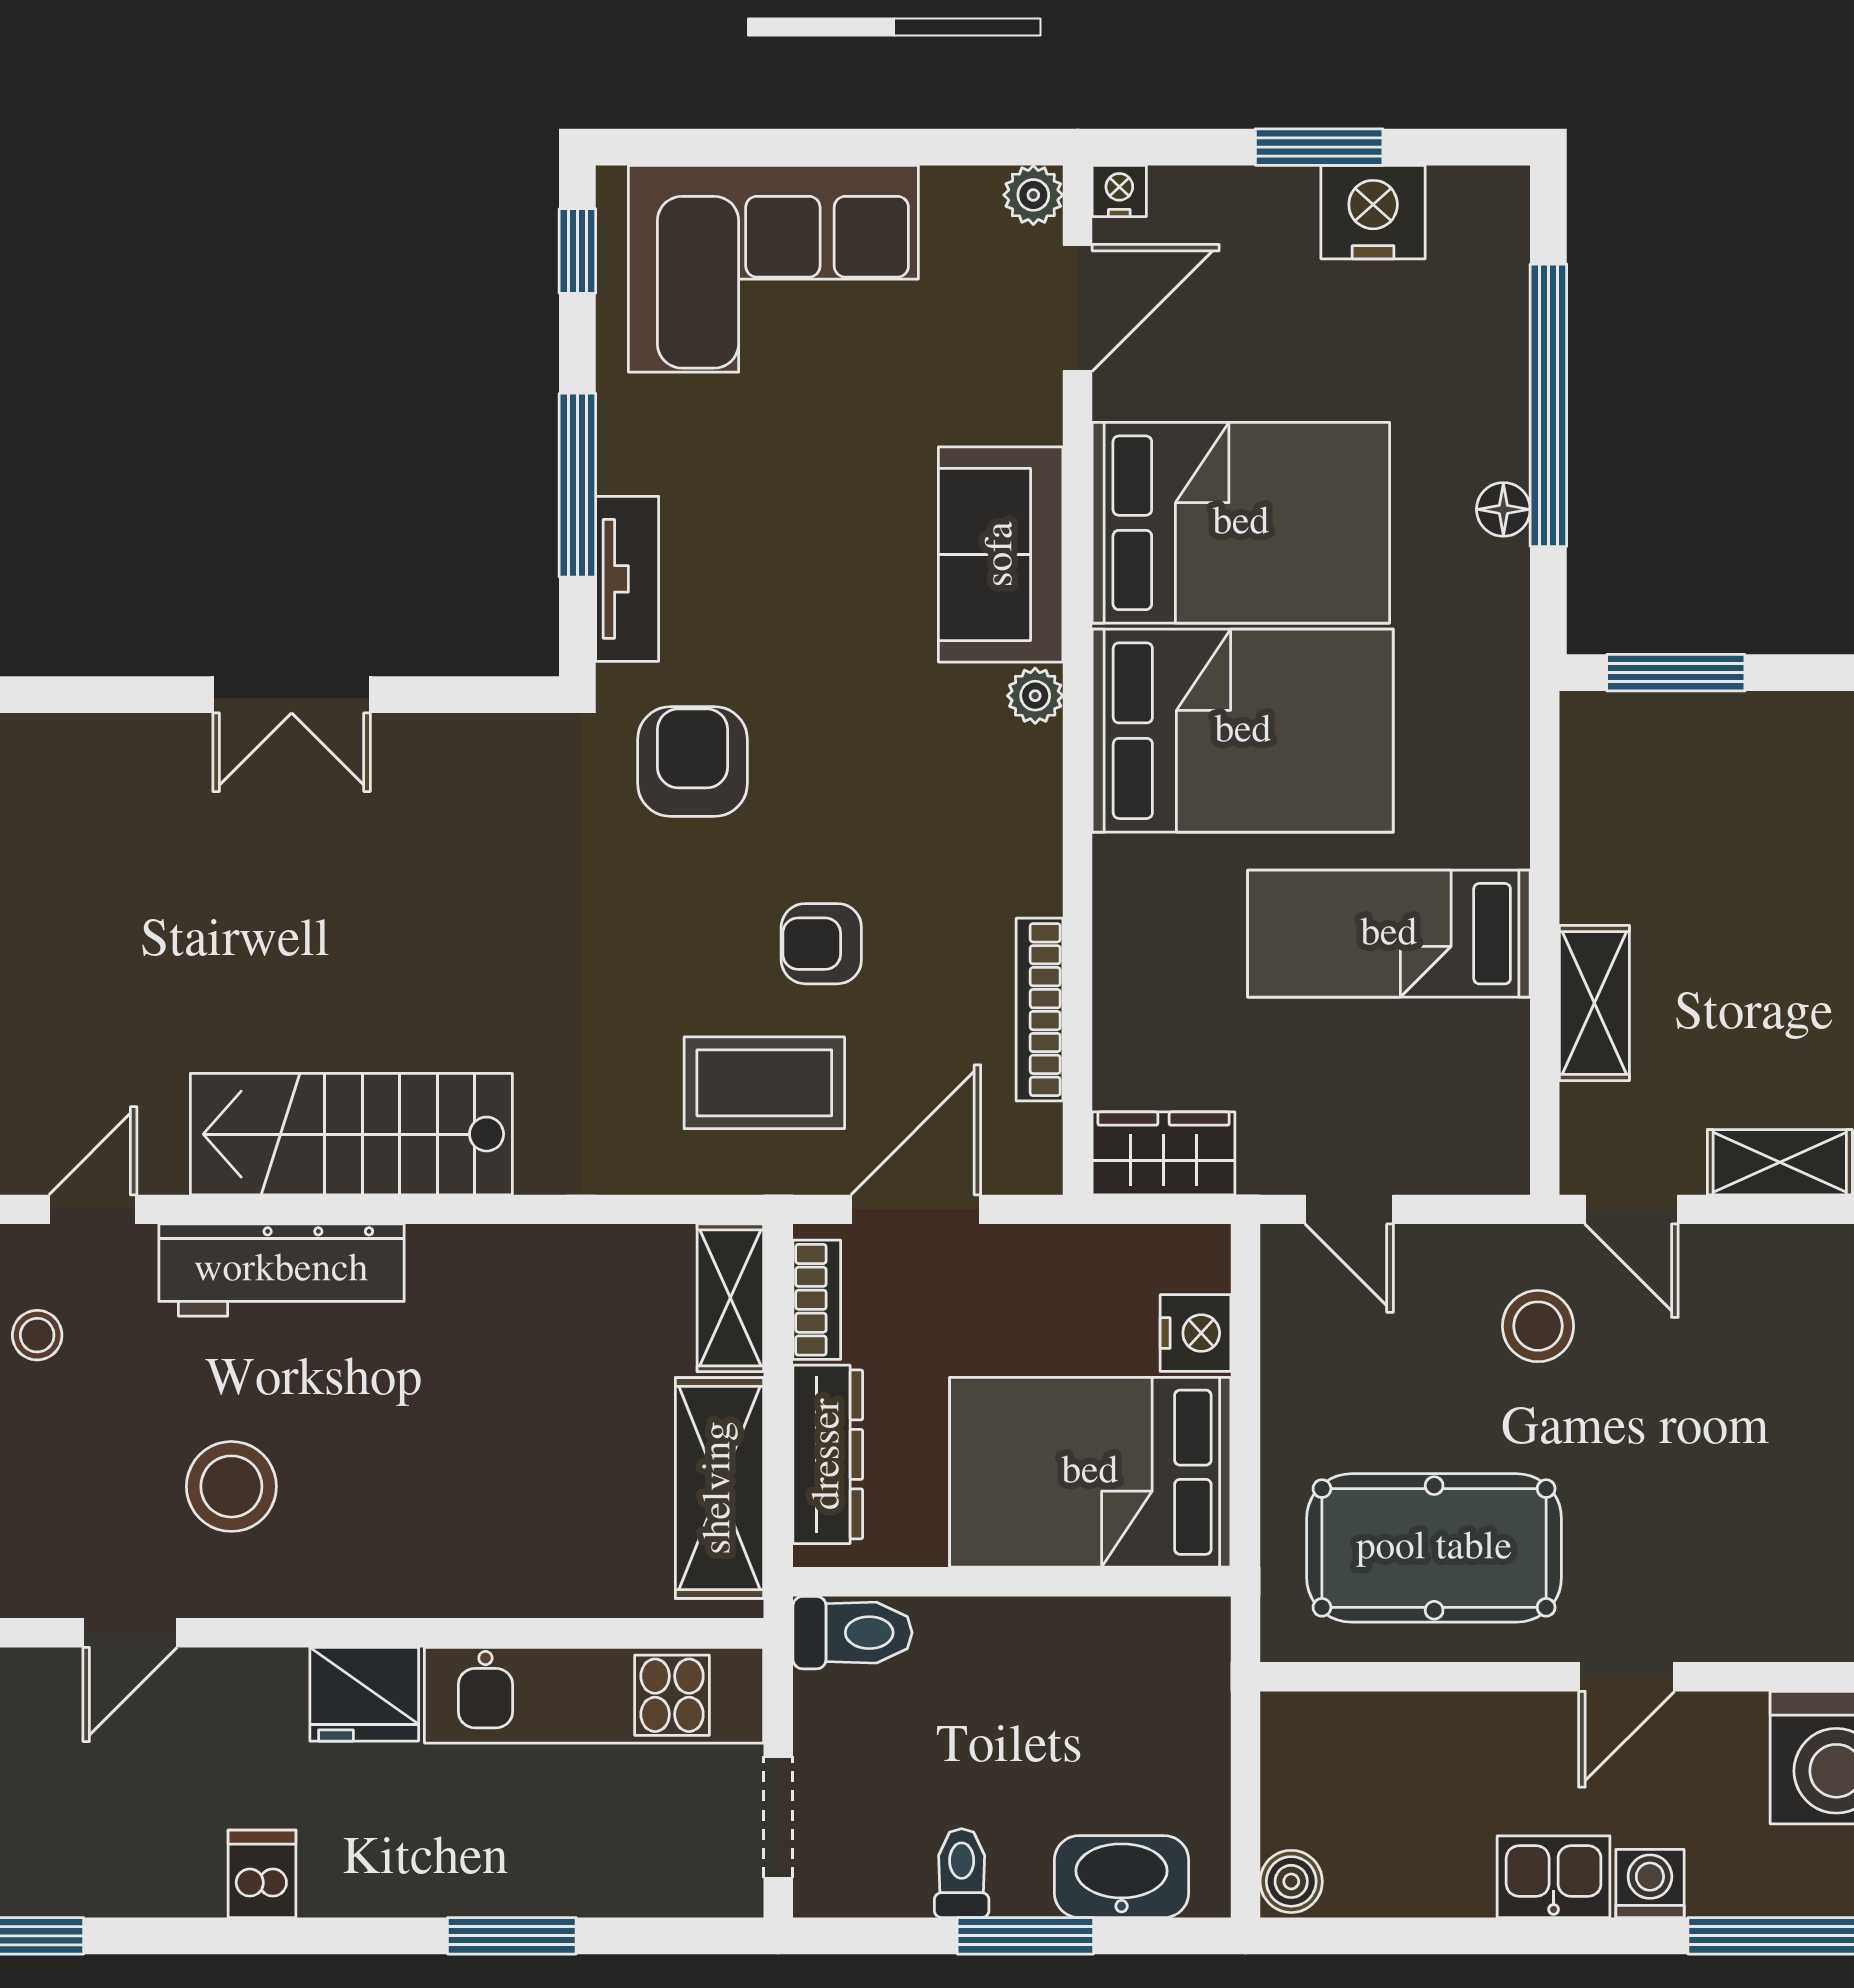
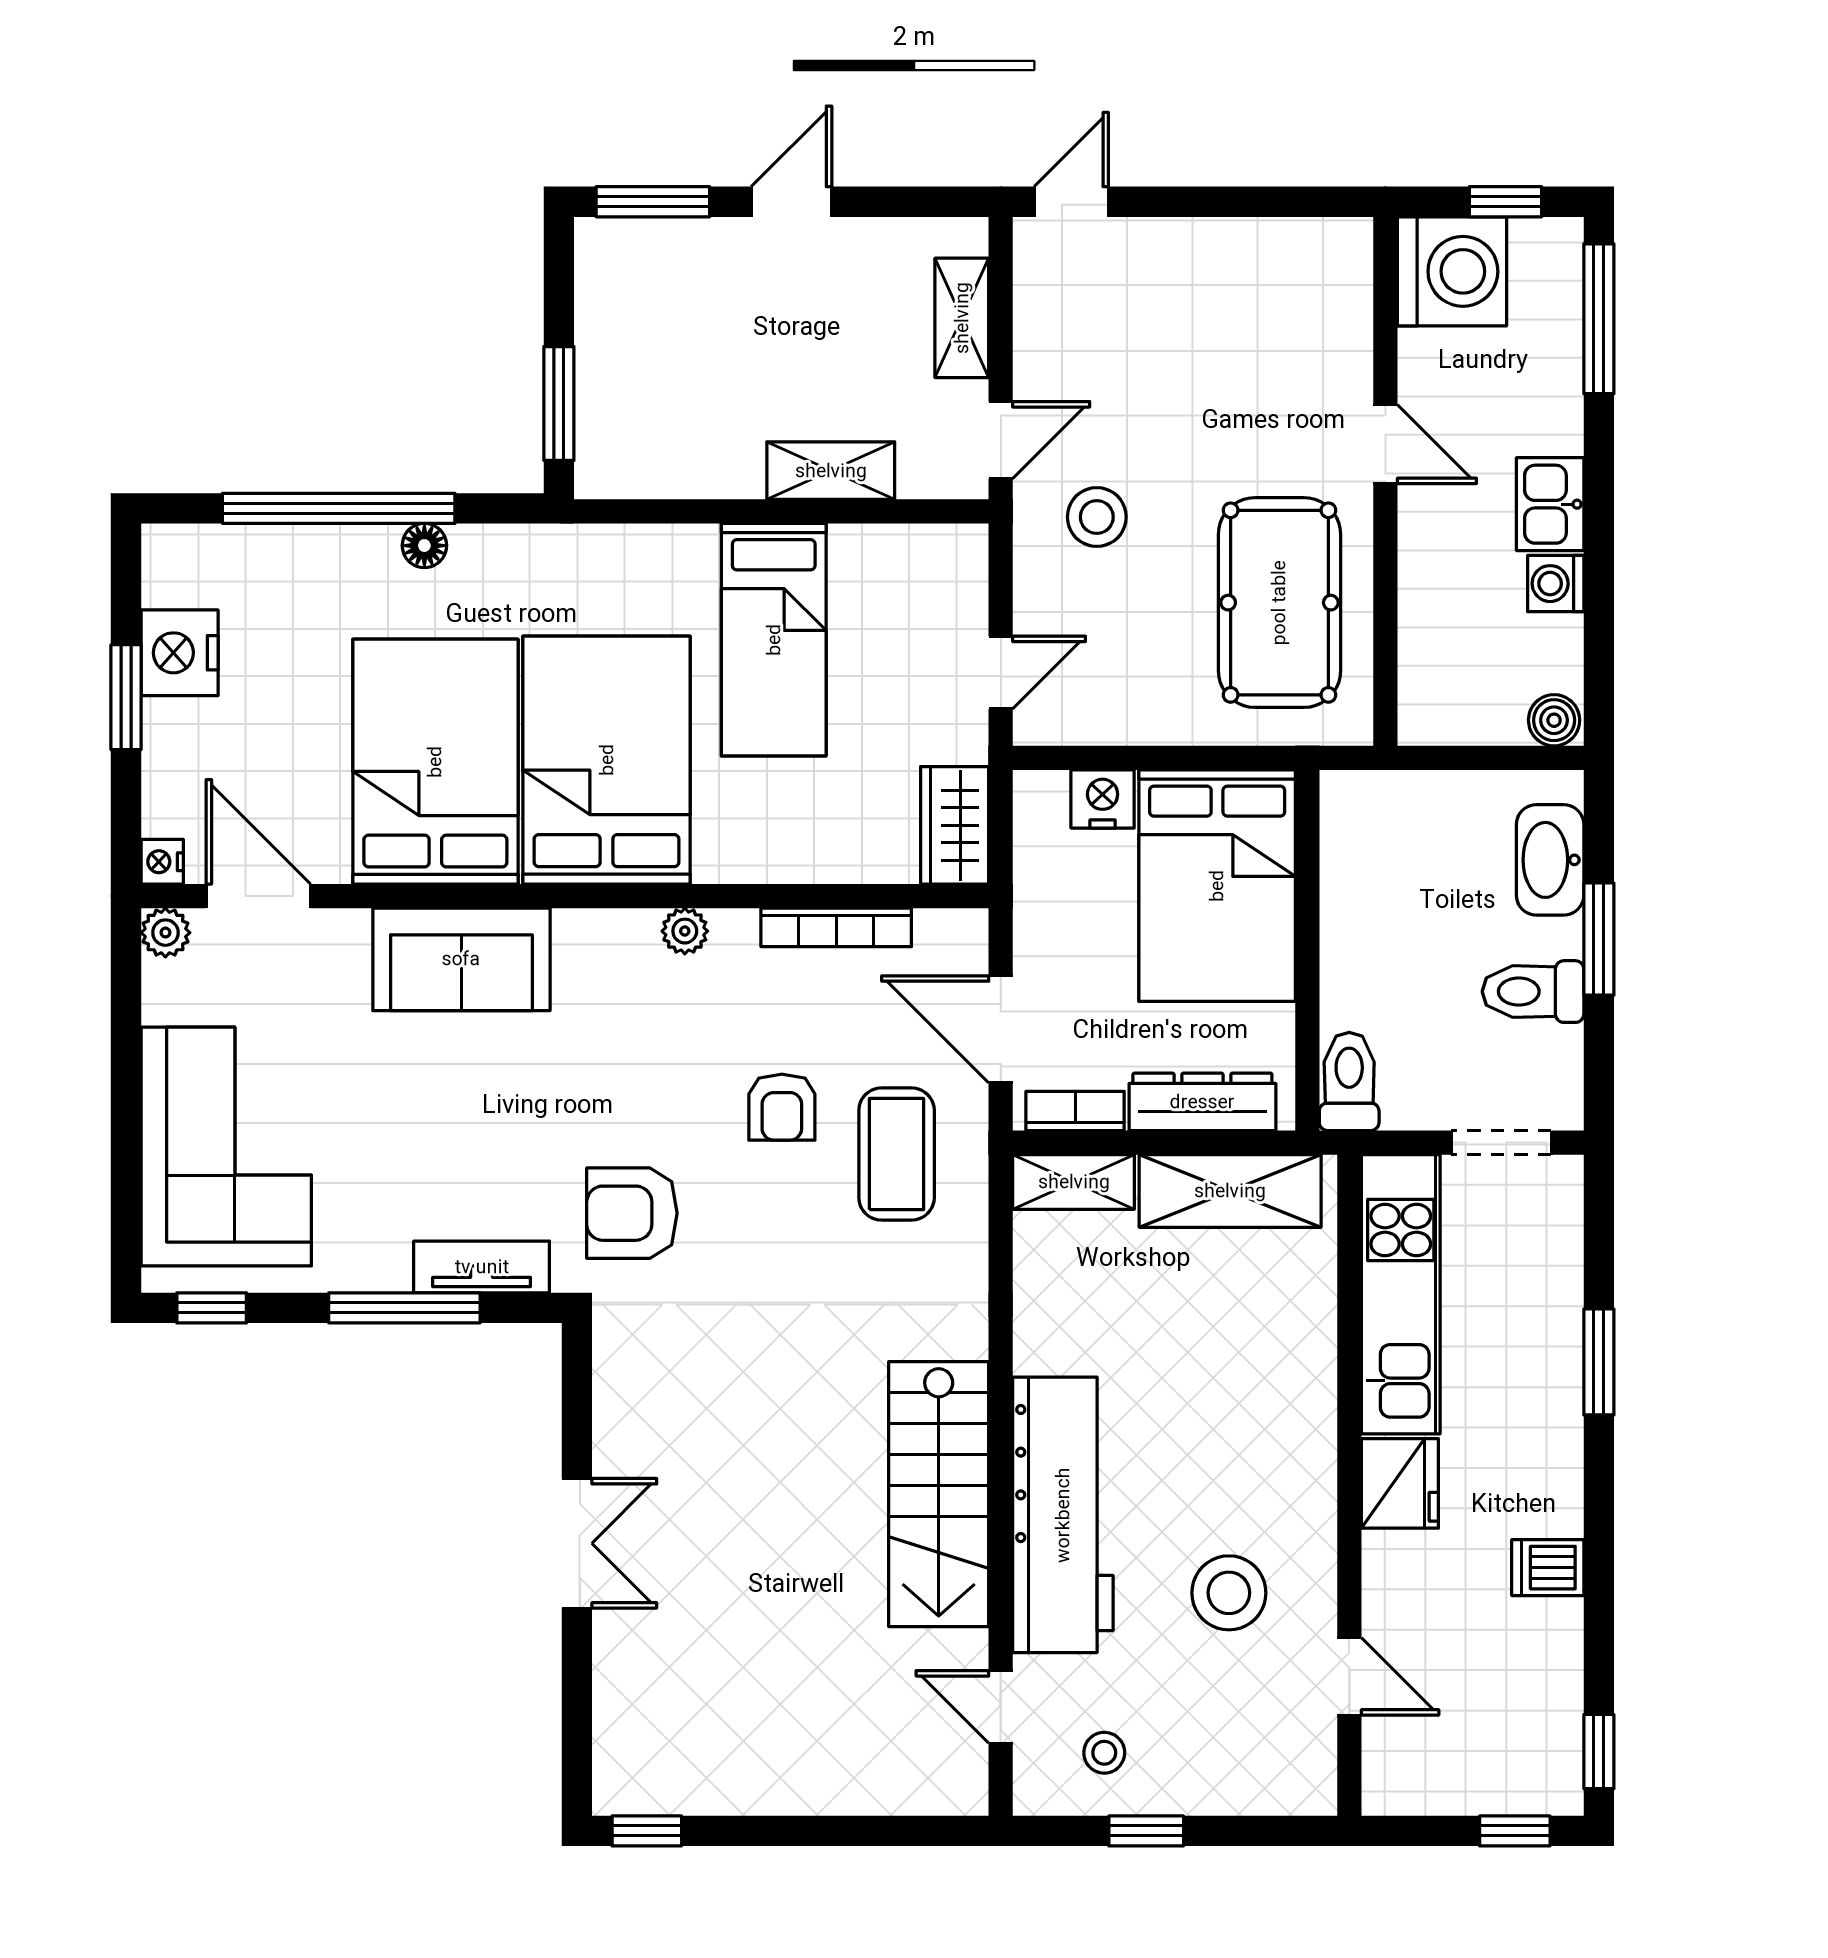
plant: (1035, 696) -> (685, 931), moved
workbench: (281, 1270) -> (1063, 1515), width x1.36, depth x1.32
toilet: (962, 1873) -> (1533, 992), width x1.37, depth x1.39
washing machine: (1650, 1883) -> (1556, 584), moved

